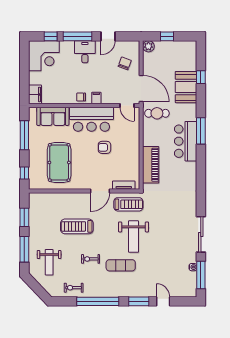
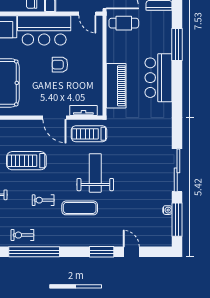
bar counter: (186, 141) -> (159, 78), moved
door: (100, 191) -> (55, 118), hinge flipped
treadmill: (128, 204) -> (89, 134), turned 180
weight bench: (134, 237) -> (95, 173), turned 180
window: (98, 301) -> (34, 252), moved

